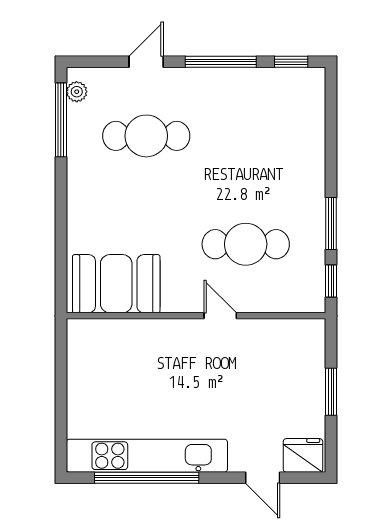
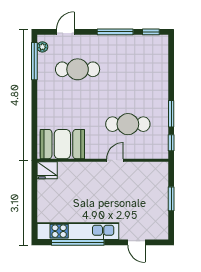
door: (146, 62) -> (65, 32), moved
door: (220, 316) -> (115, 160), hinge flipped
fridge: (303, 455) -> (47, 170), moved, turned 180

